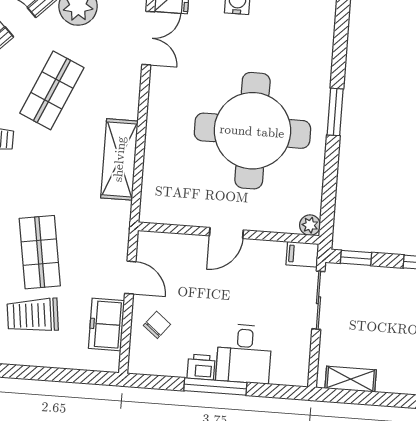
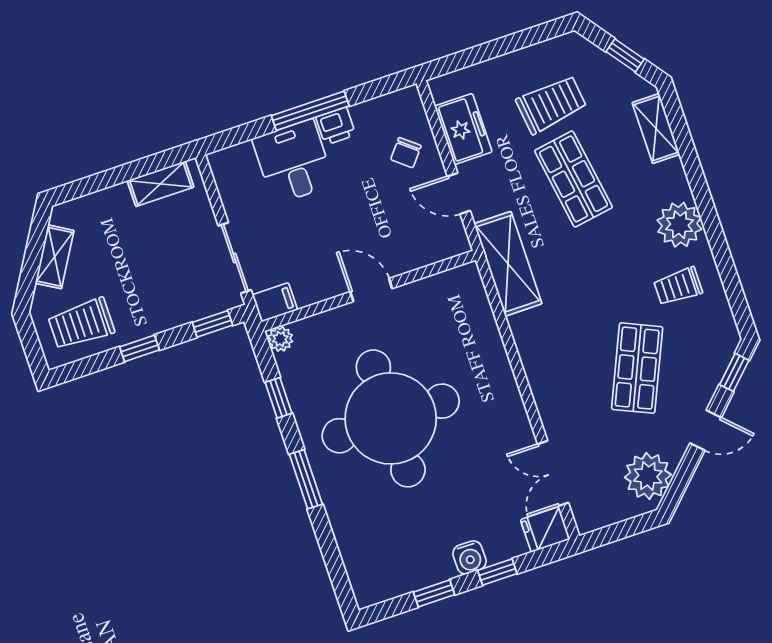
shelving: (119, 159) -> (508, 264), moved
window: (330, 182) -> (279, 398), added
door: (226, 233) -> (371, 290), hinge flipped

